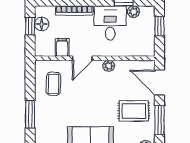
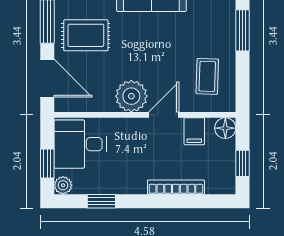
plant: (133, 12) -> (63, 185), moved
desk: (110, 23) -> (80, 144), moved, turned 90
floor lamp: (42, 24) -> (225, 128), moved
plant: (109, 66) -> (131, 96), width x1.88, depth x1.88

